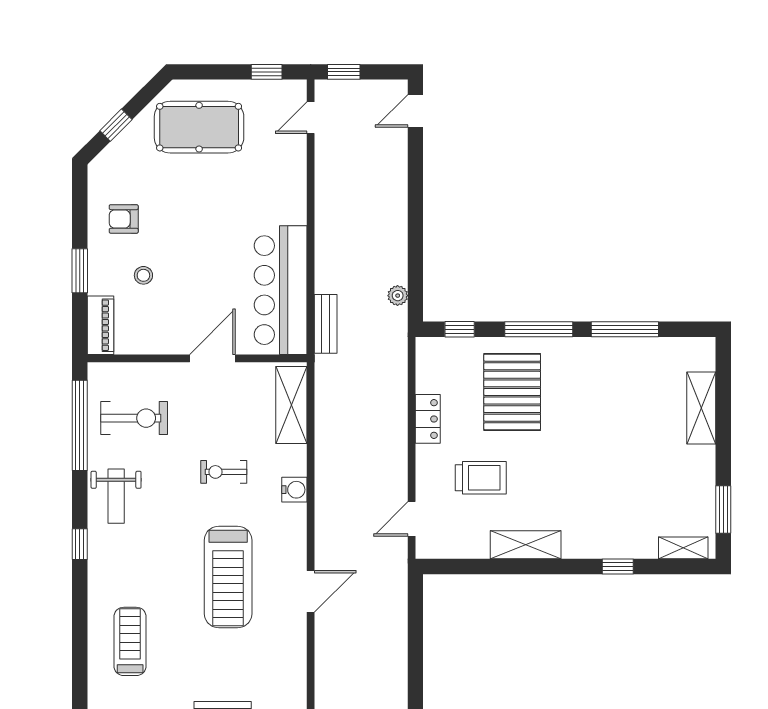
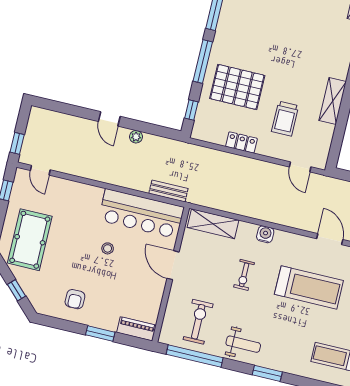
door: (415, 111) -> (109, 119), moved
stool: (143, 275) -> (108, 248), moved
plant: (398, 296) -> (136, 137), moved
trolley: (481, 478) -> (285, 119), turned 180
window: (80, 544) -> (267, 373), width x1.50

